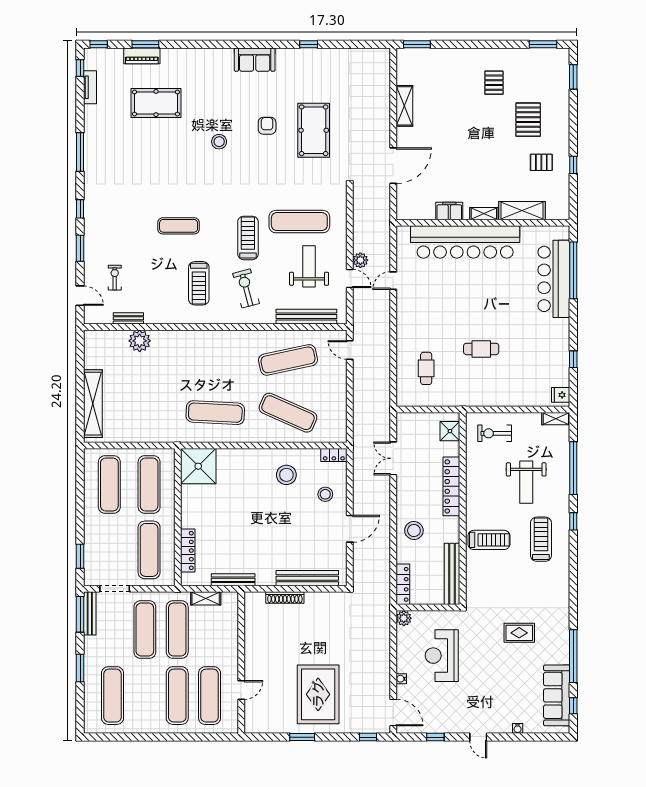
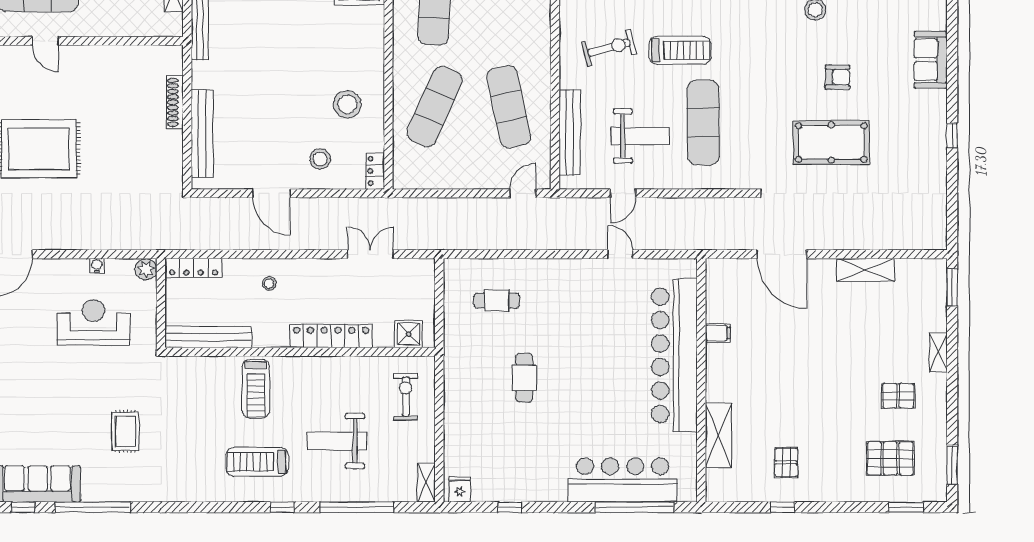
pallet: (528, 120) -> (890, 458), moved
filing cabinet: (449, 211) -> (718, 333), width x0.50
shelving: (484, 214) -> (938, 352), moved
plant: (360, 260) -> (649, 208), removed
stool: (414, 530) -> (269, 283), width x0.53, depth x0.53
treadmill: (541, 539) -> (257, 462), turned 180
water cooler: (401, 679) -> (97, 266), moved

